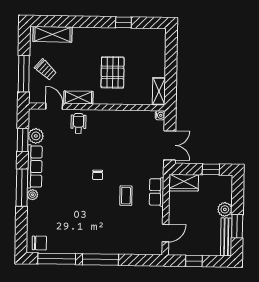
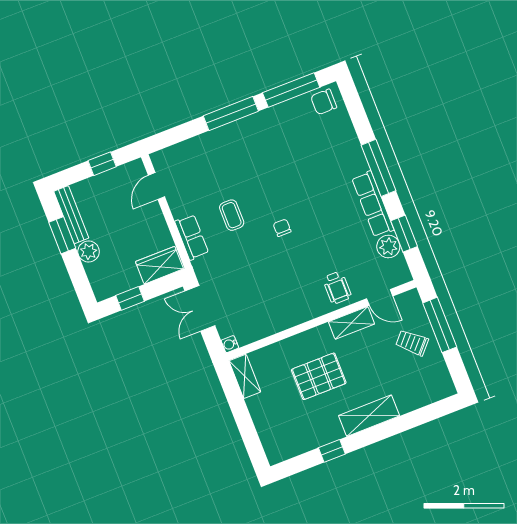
shelving: (52, 34) -> (369, 416), moved
pallet: (113, 72) -> (319, 376), turned 90
plant: (32, 195) -> (360, 164), removed

